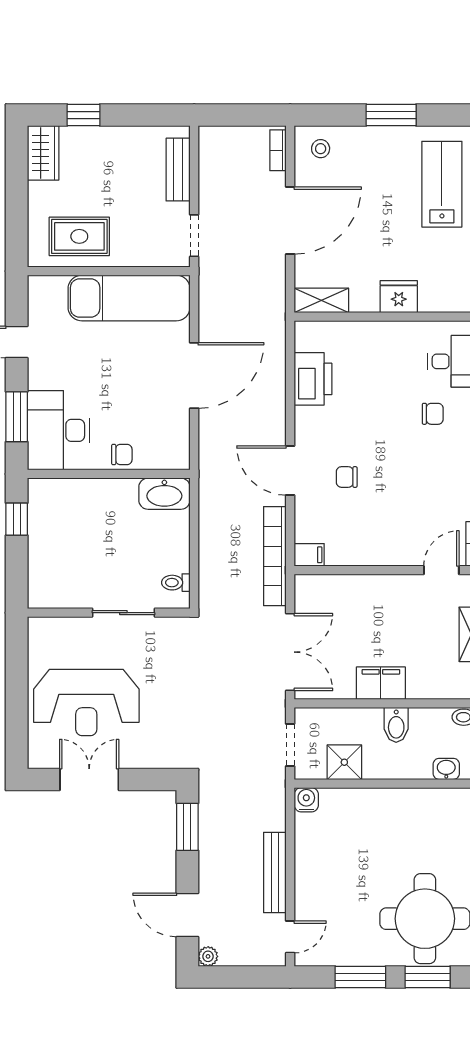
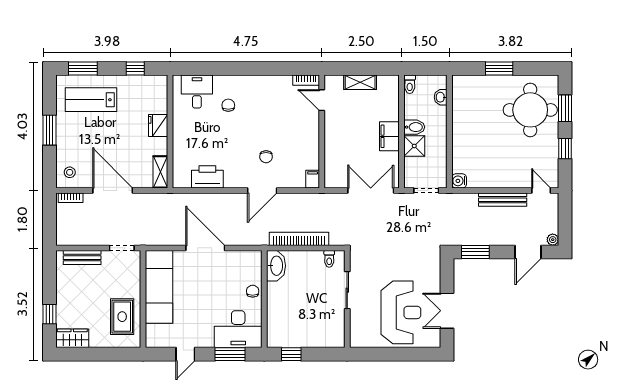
bookcase: (275, 556) -> (299, 239), moved, turned 180
shower: (344, 762) -> (414, 146), moved
window: (360, 977) -> (565, 149), width x0.67

